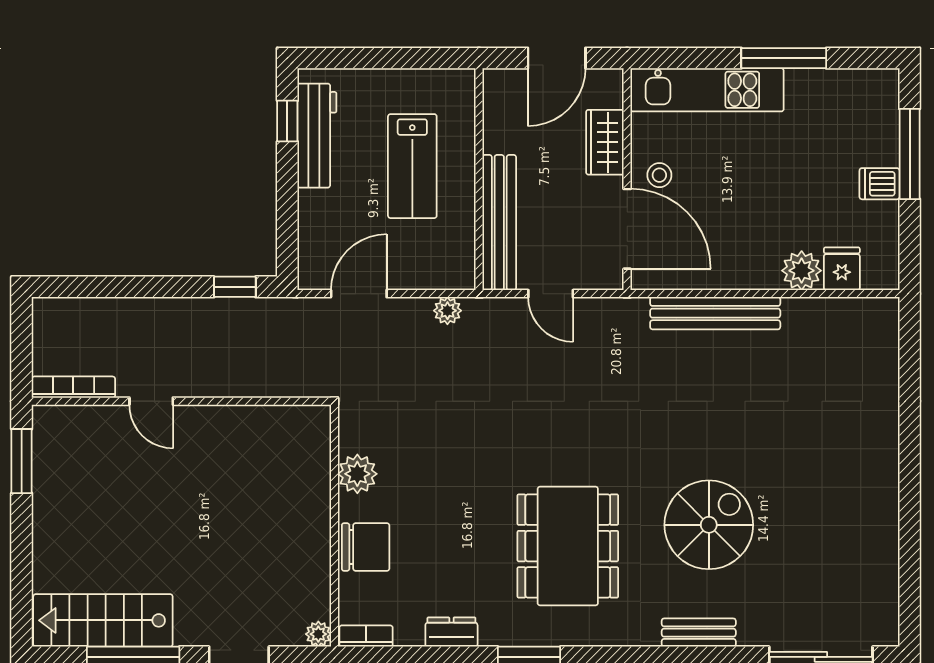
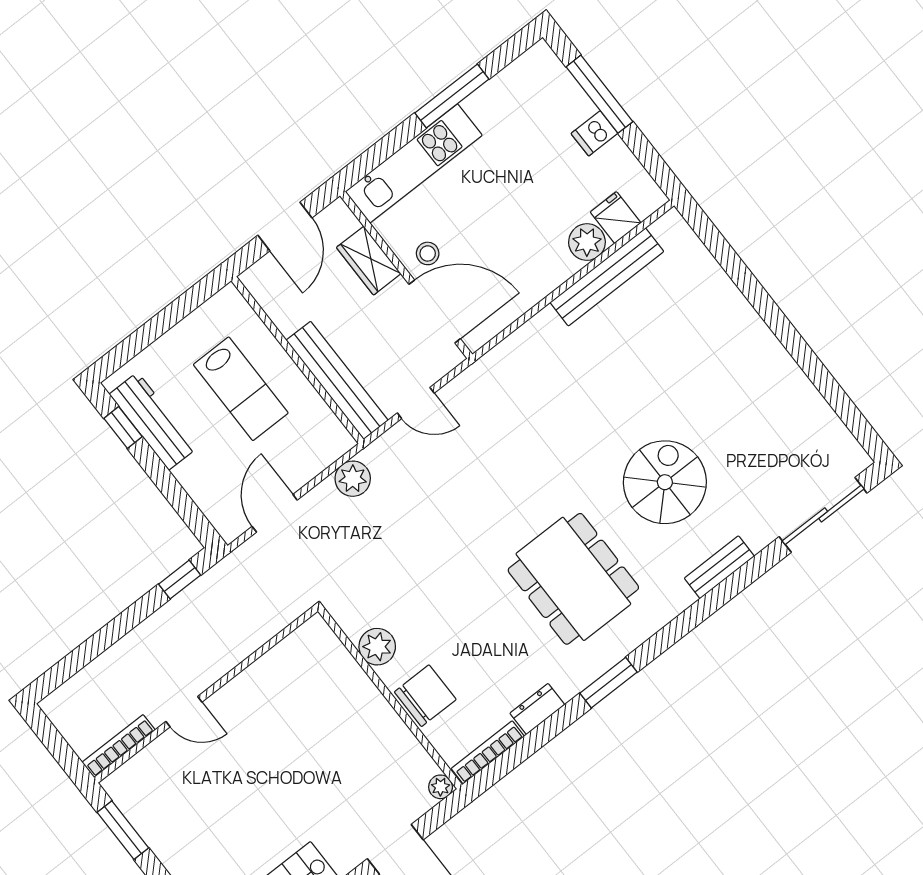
plant: (447, 311) -> (353, 479), width x1.38, depth x1.38
bench: (715, 313) -> (607, 277), moved
bookcase: (366, 636) -> (488, 752), width x1.56

